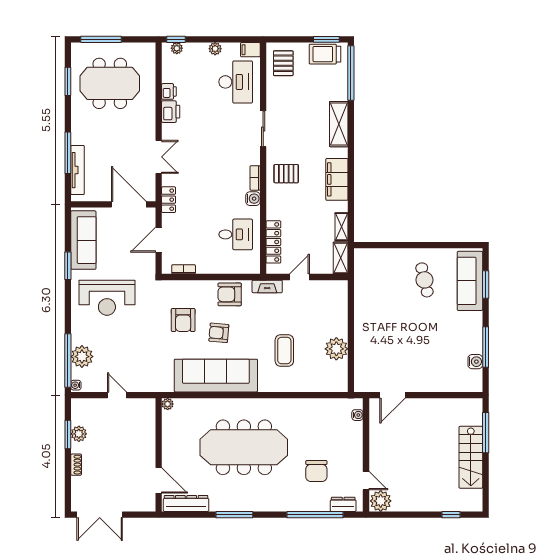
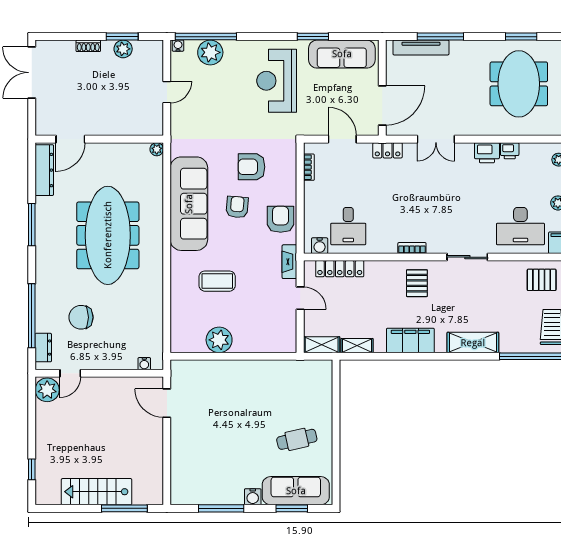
water cooler: (253, 199) -> (320, 246), moved
water cooler: (475, 362) -> (253, 497), moved

